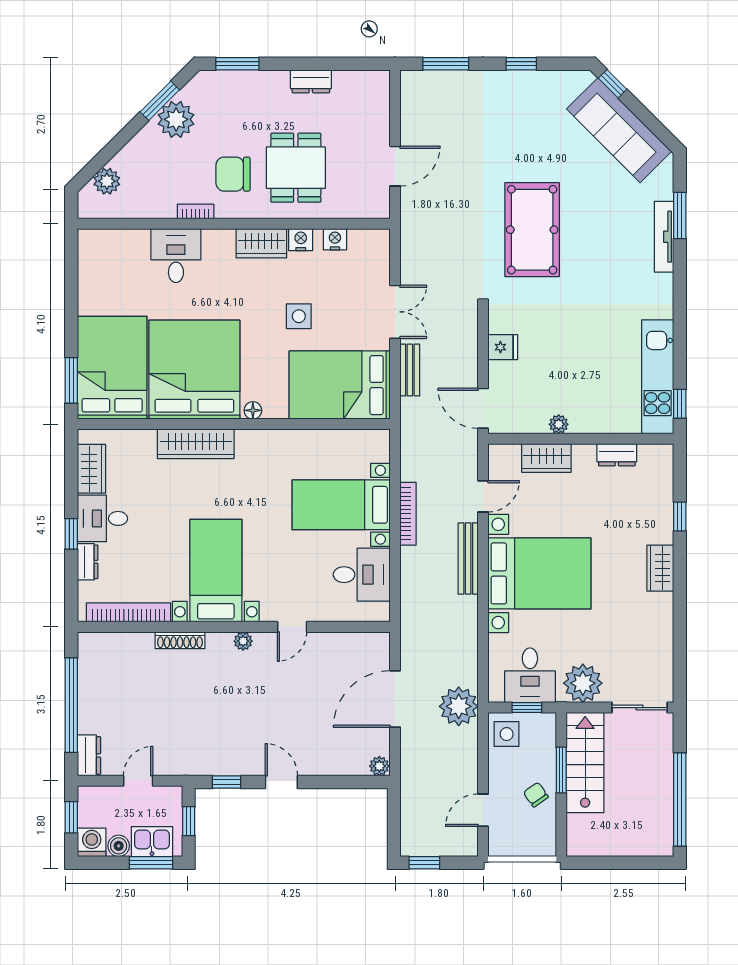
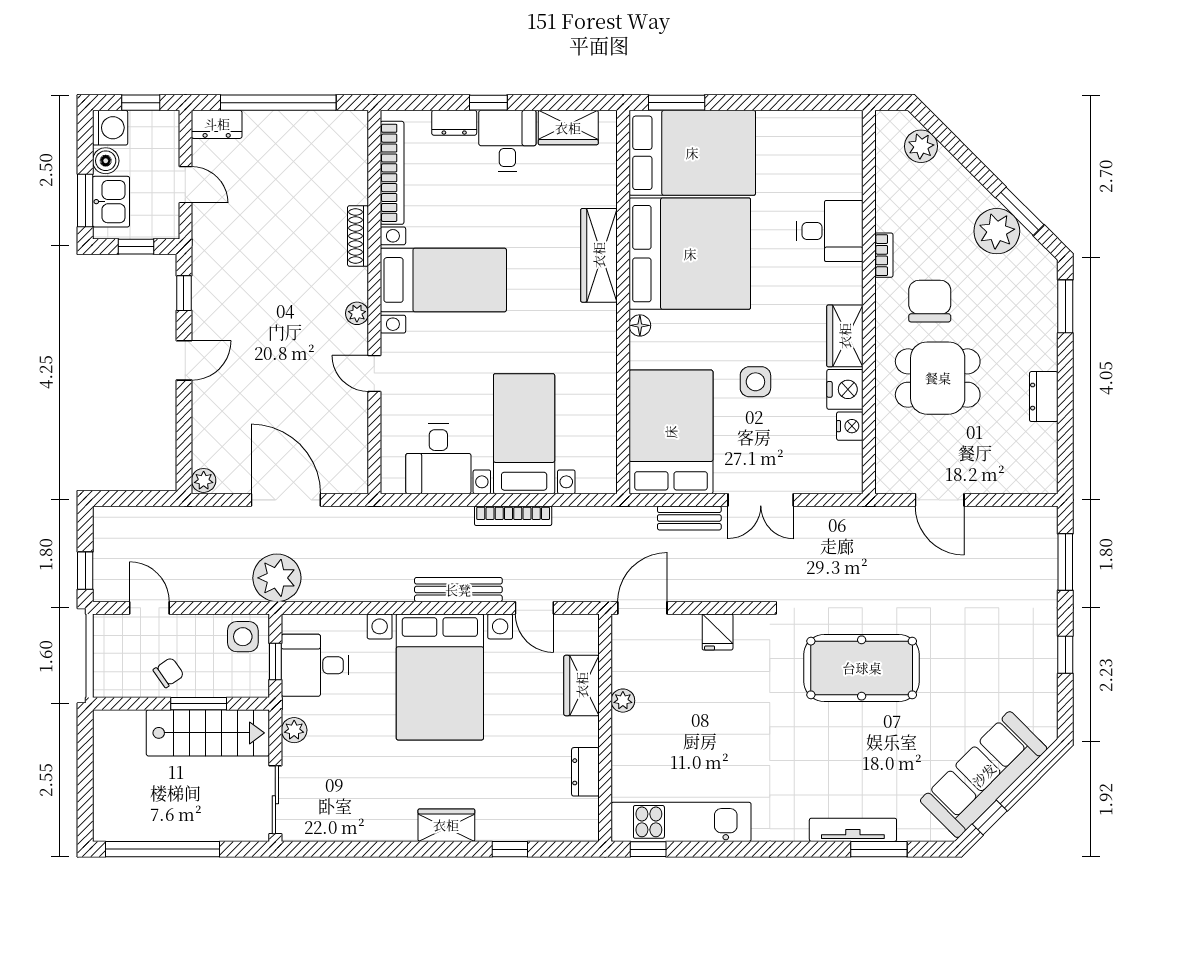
window: (613, 84) -> (990, 818), moved
nightstand: (301, 240) -> (845, 389), width x1.36, depth x1.33
plant: (583, 683) -> (294, 730), width x0.53, depth x0.53
window: (424, 863) -> (85, 571), moved

